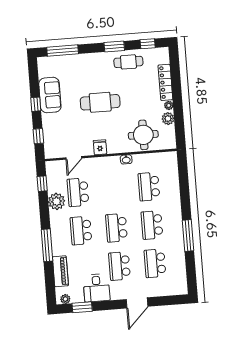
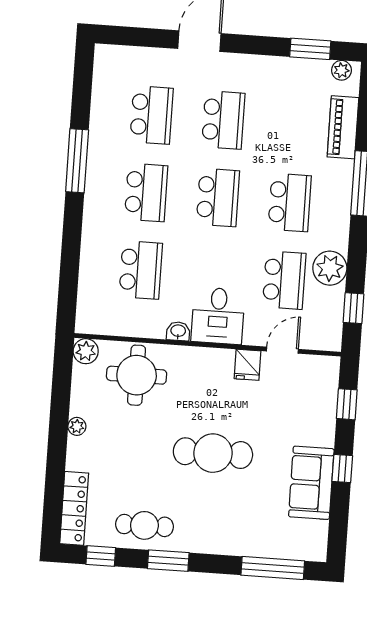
locker: (165, 82) -> (74, 508), moved
plant: (168, 119) -> (86, 351), moved
fridge: (100, 147) -> (248, 365), moved
desk: (97, 288) -> (218, 316), moved, turned 180

